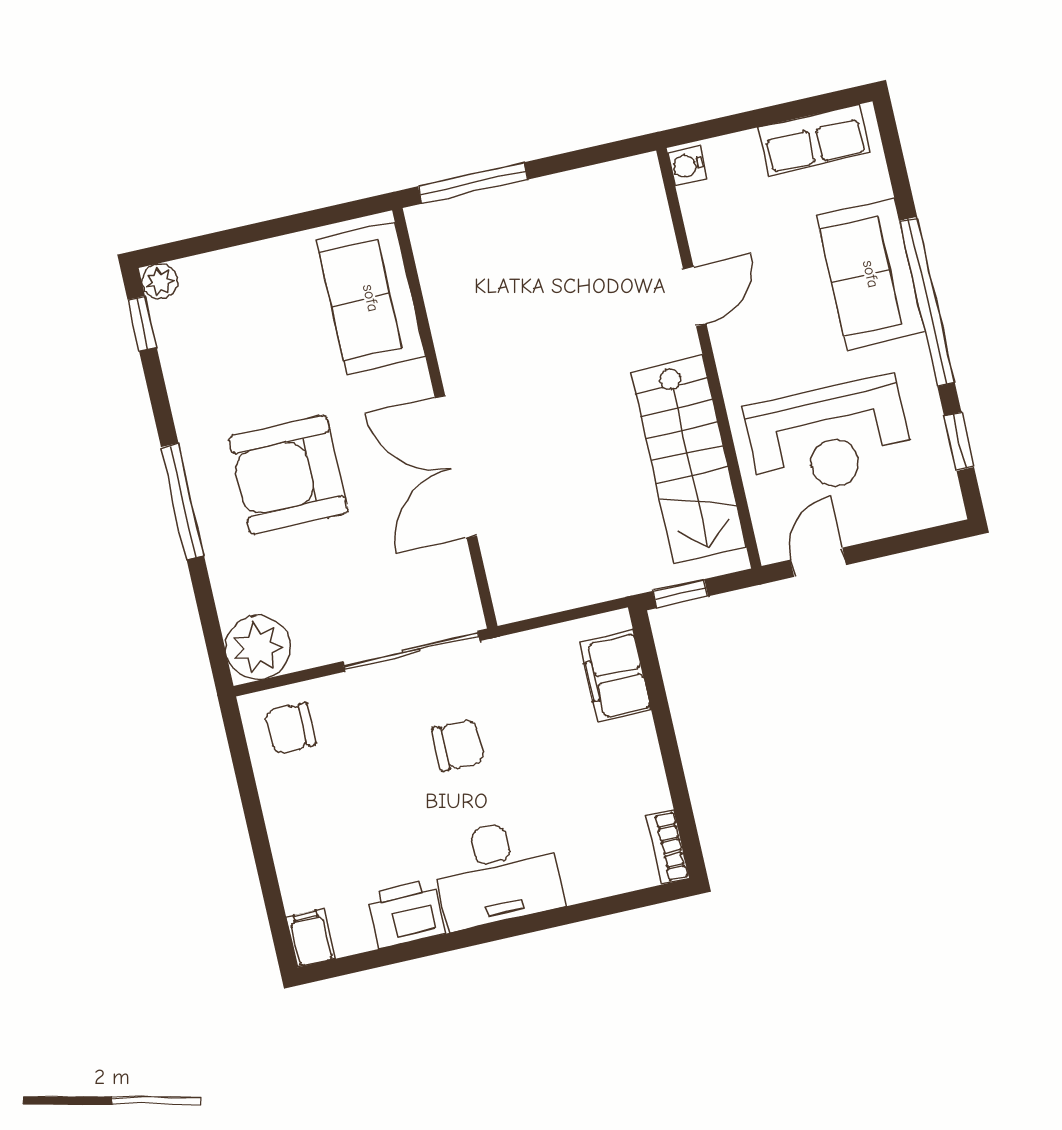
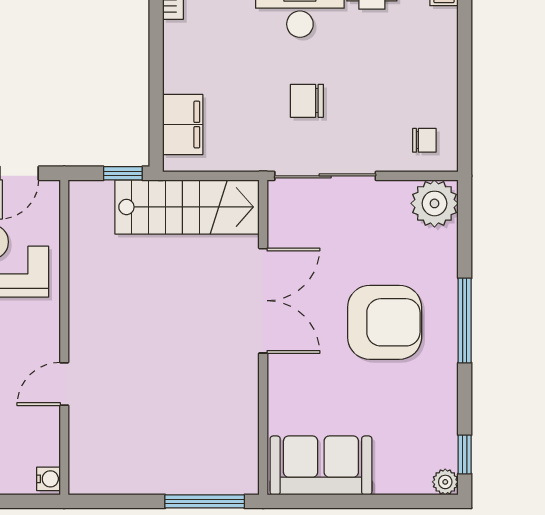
sofa: (371, 298) -> (321, 465), moved, turned -90
stairs: (688, 460) -> (187, 207), moved, turned 90
chair: (290, 728) -> (424, 140), width x0.73, depth x0.73

